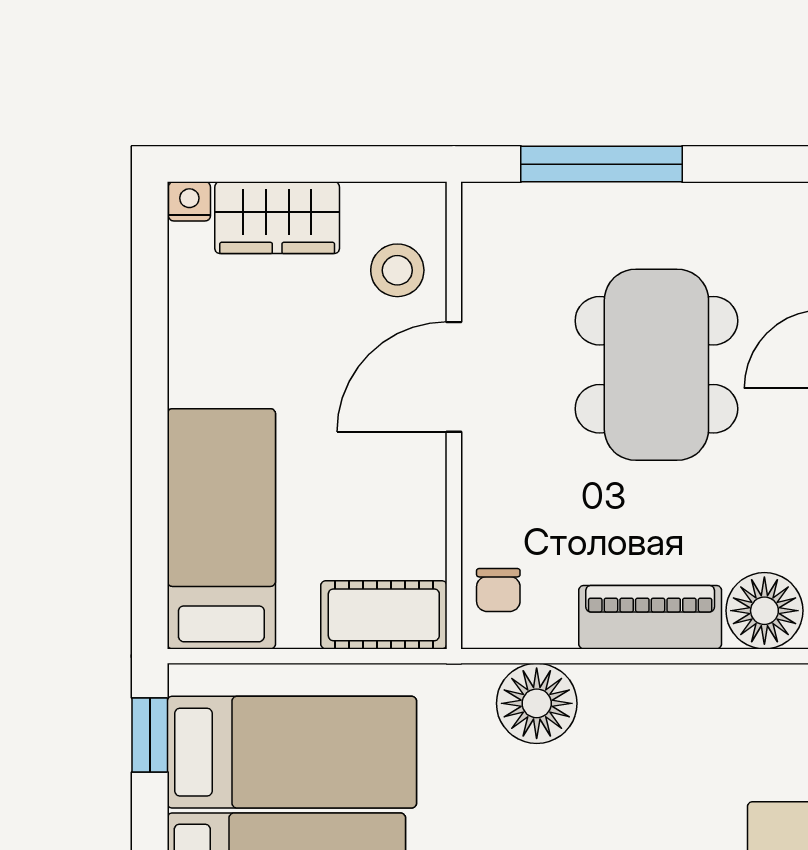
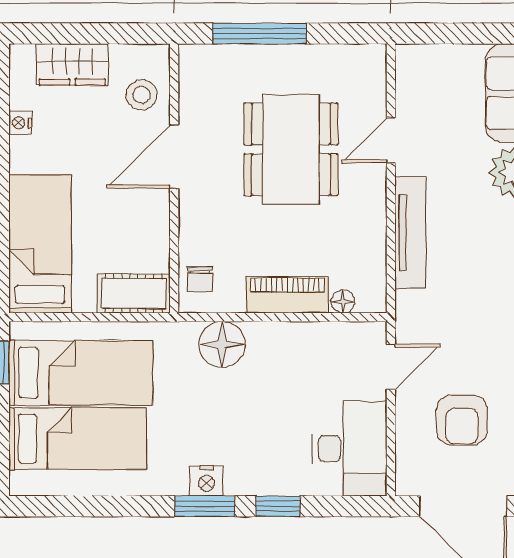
nightstand: (189, 201) -> (20, 123), moved, turned -90
floor lamp: (764, 611) -> (343, 302), width x0.53, depth x0.53

